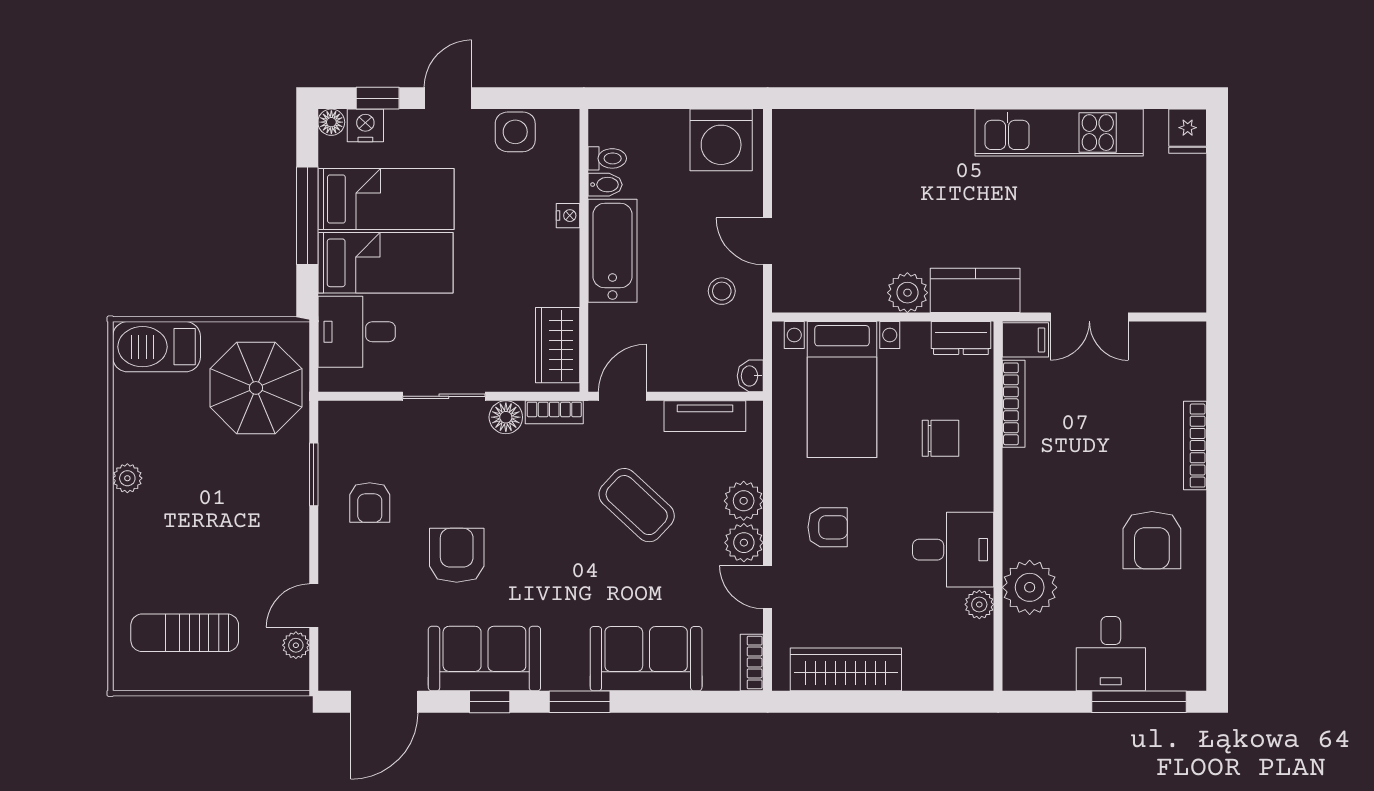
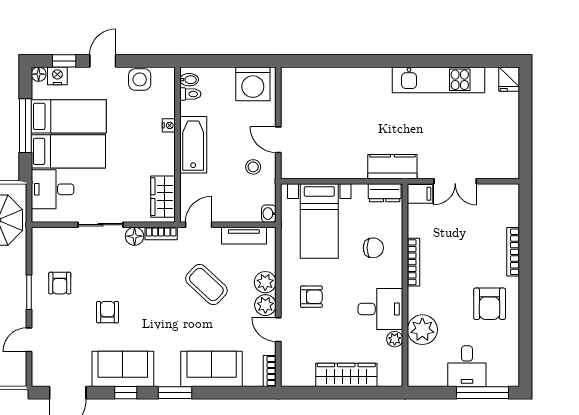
bidet: (605, 185) -> (189, 80), moved
plant: (907, 293) -> (355, 168), removed
bookcase: (1014, 404) -> (414, 262), moved
window: (314, 474) -> (29, 292), moved
armchair: (457, 555) -> (108, 312), width x0.72, depth x0.72
plant: (296, 645) -> (19, 362), removed
wardrobe: (846, 669) -> (346, 375), moved

